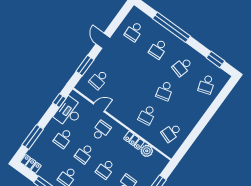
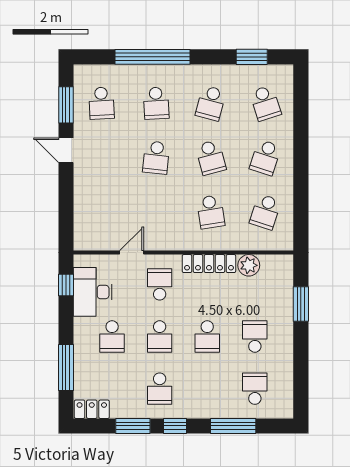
window: (85, 65) -> (66, 105), moved
school desk: (99, 80) -> (156, 158), moved
school desk: (189, 108) -> (265, 158), added
locker: (134, 140) -> (209, 264), width x1.53

